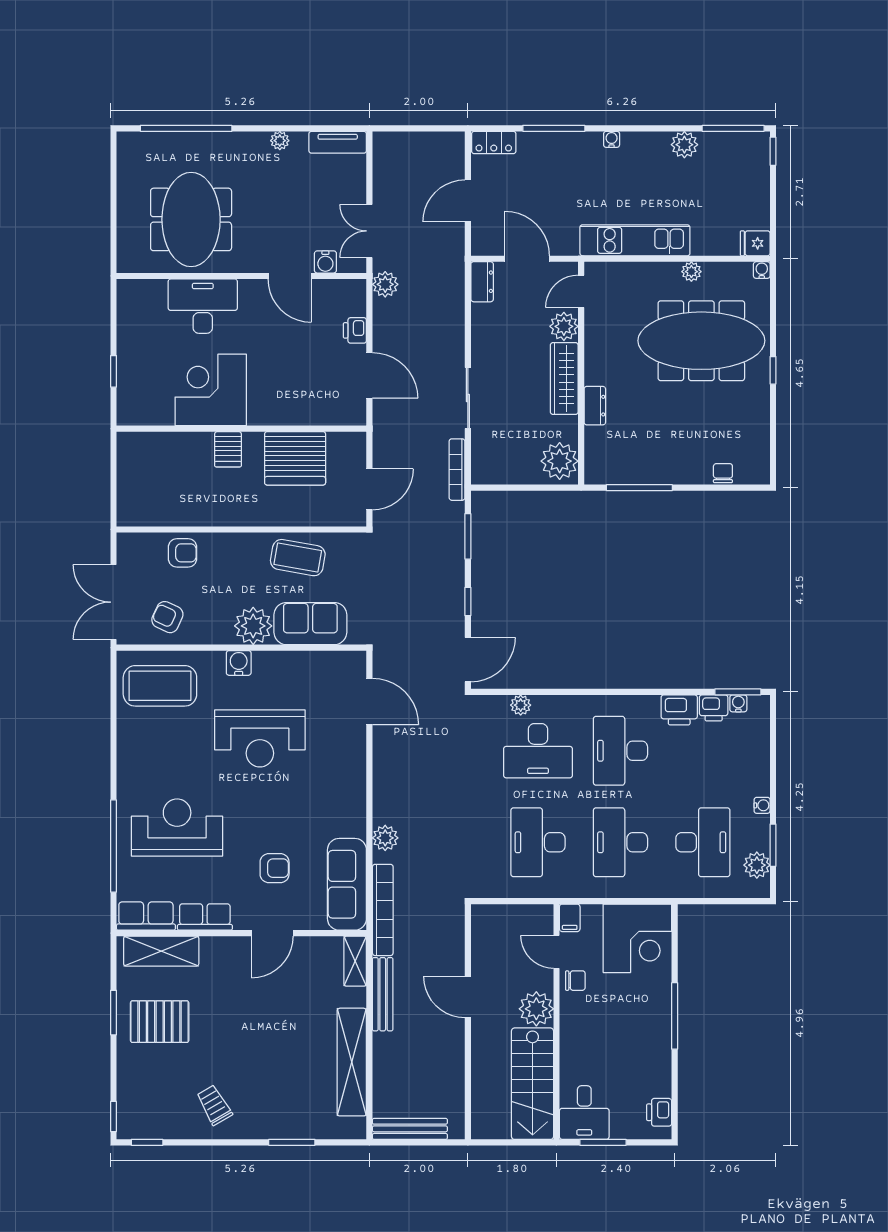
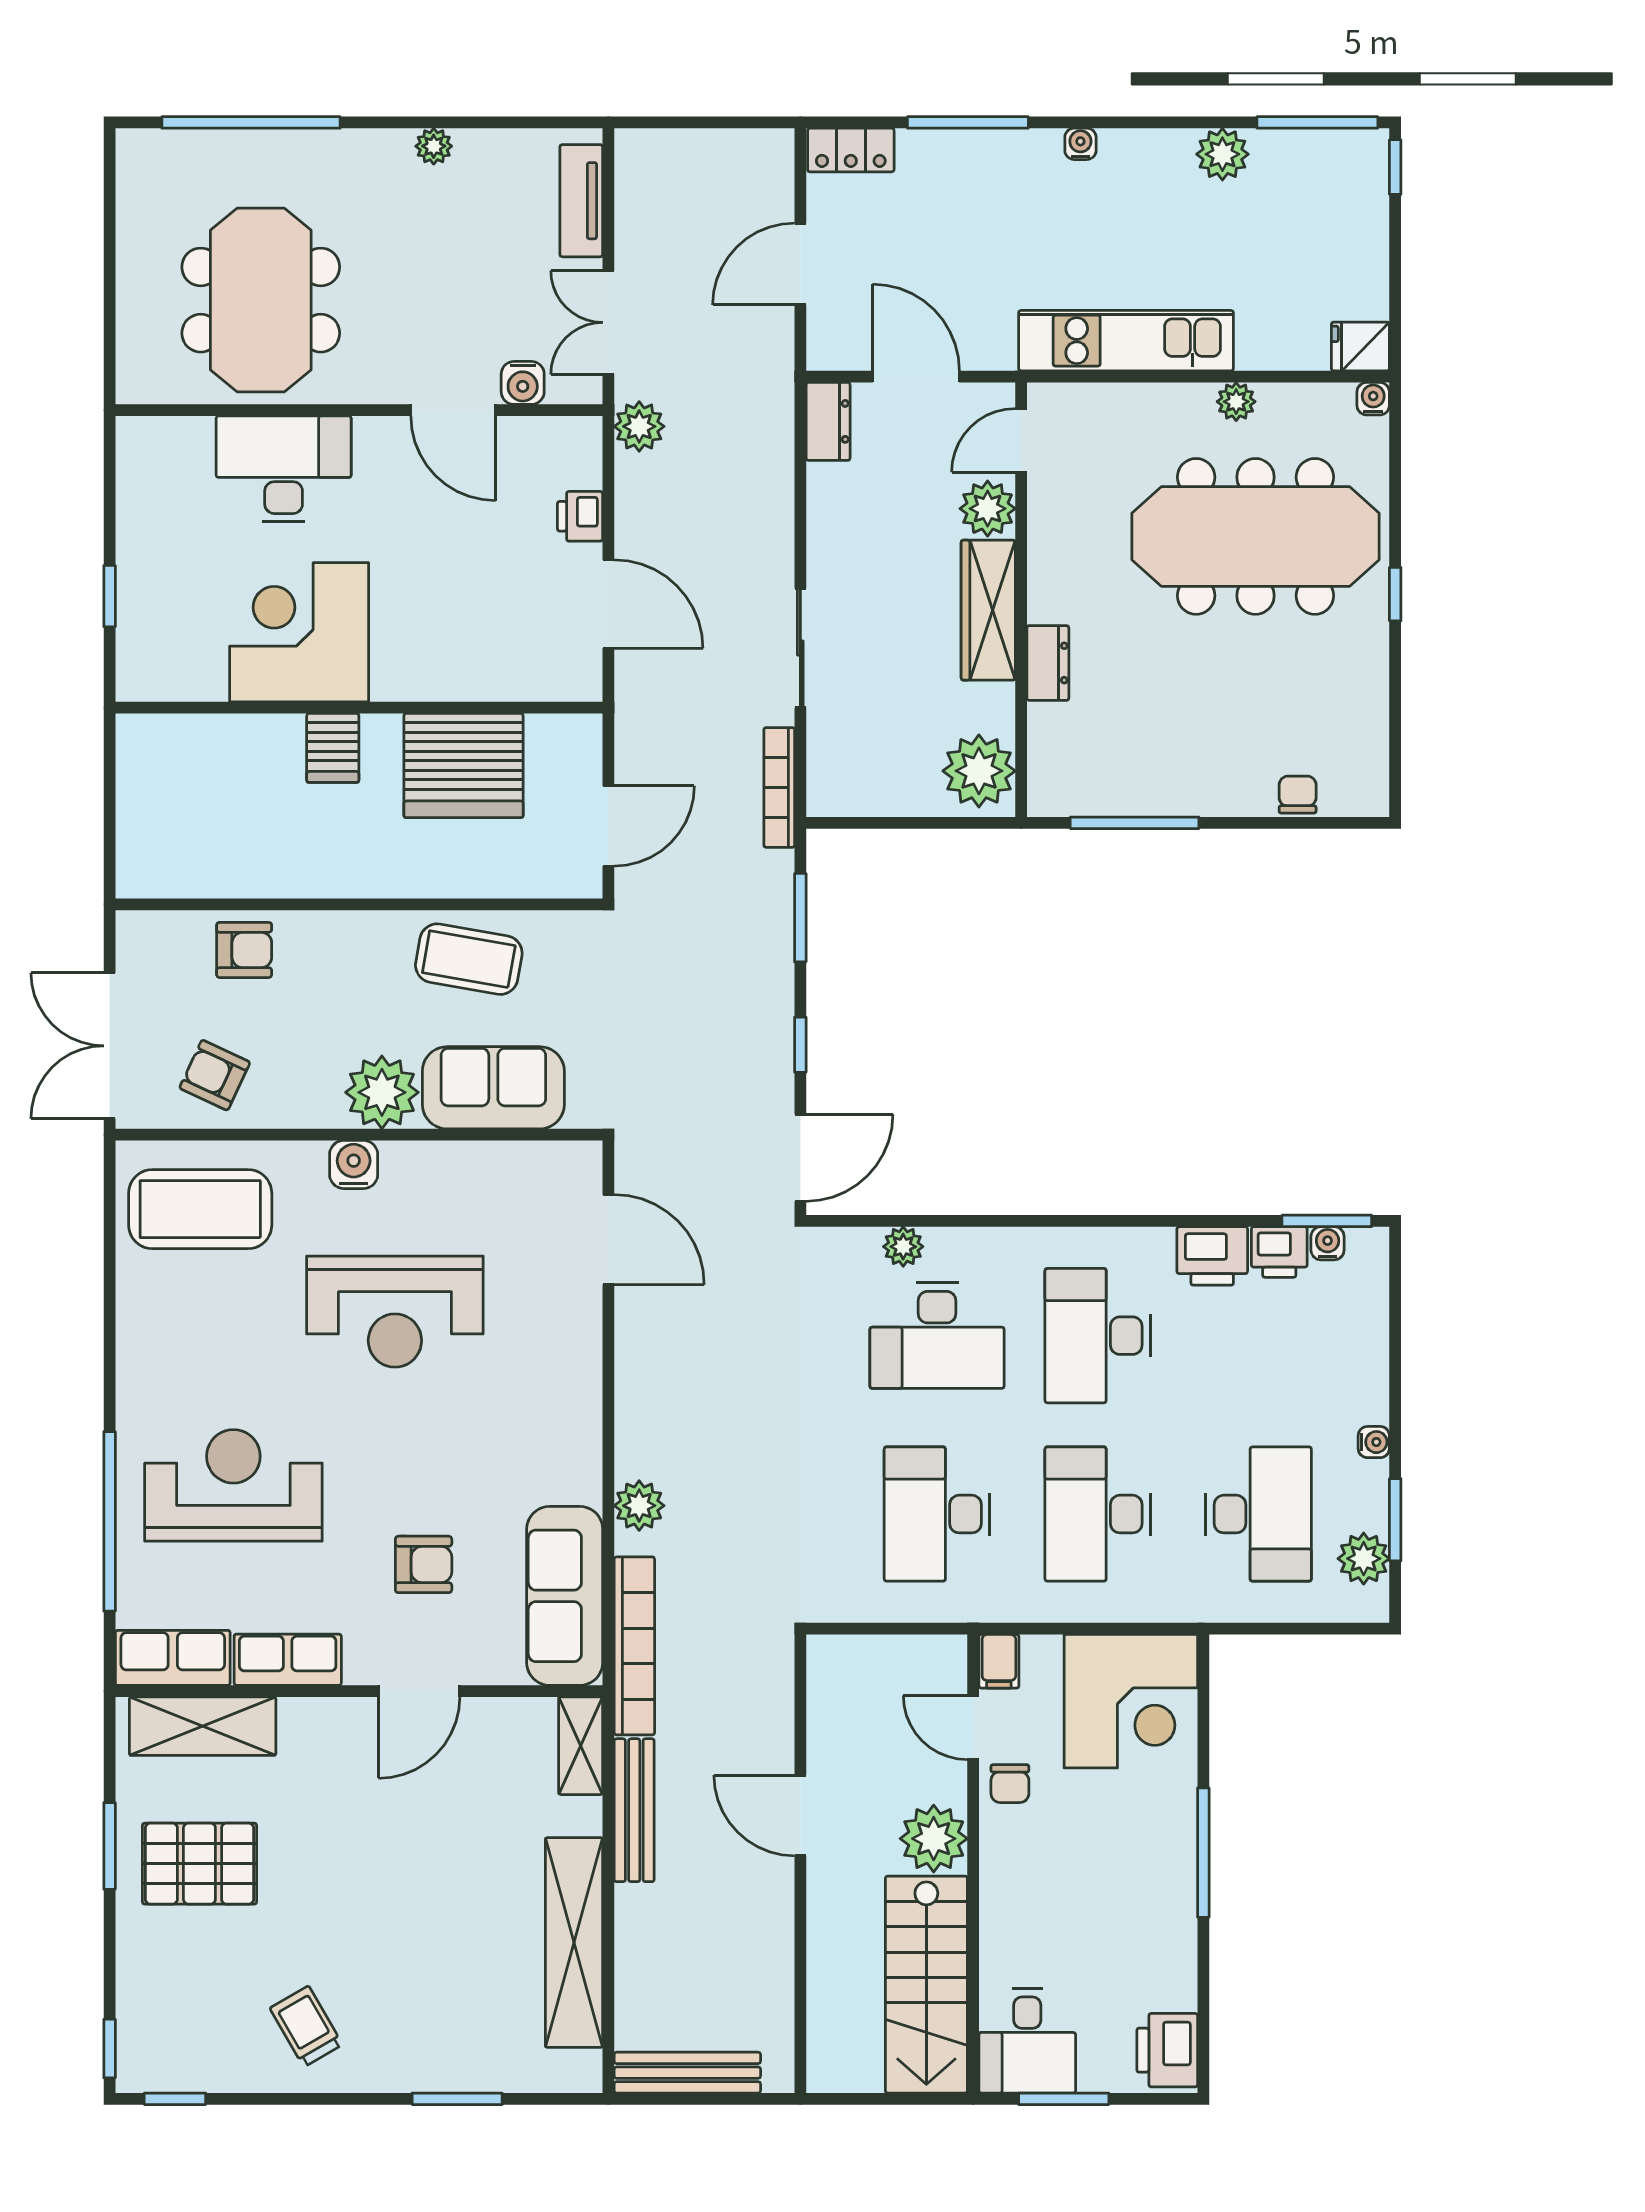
tv unit: (338, 142) -> (581, 201), moved, turned 90
chair: (575, 981) -> (1010, 1784), turned 90
printer: (659, 1112) -> (1167, 2050), width x1.36, depth x1.24

